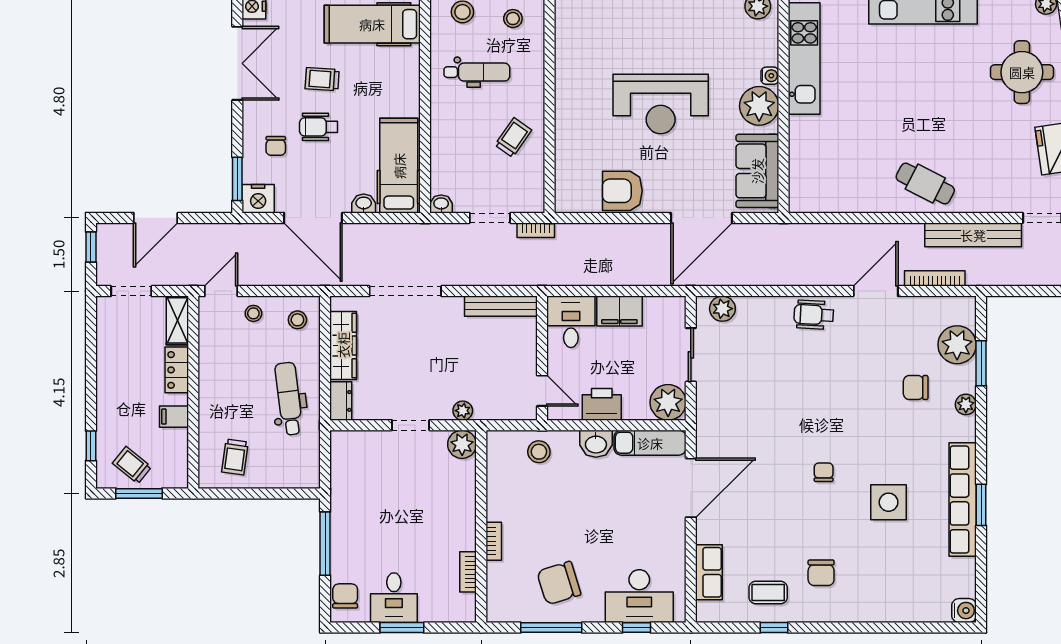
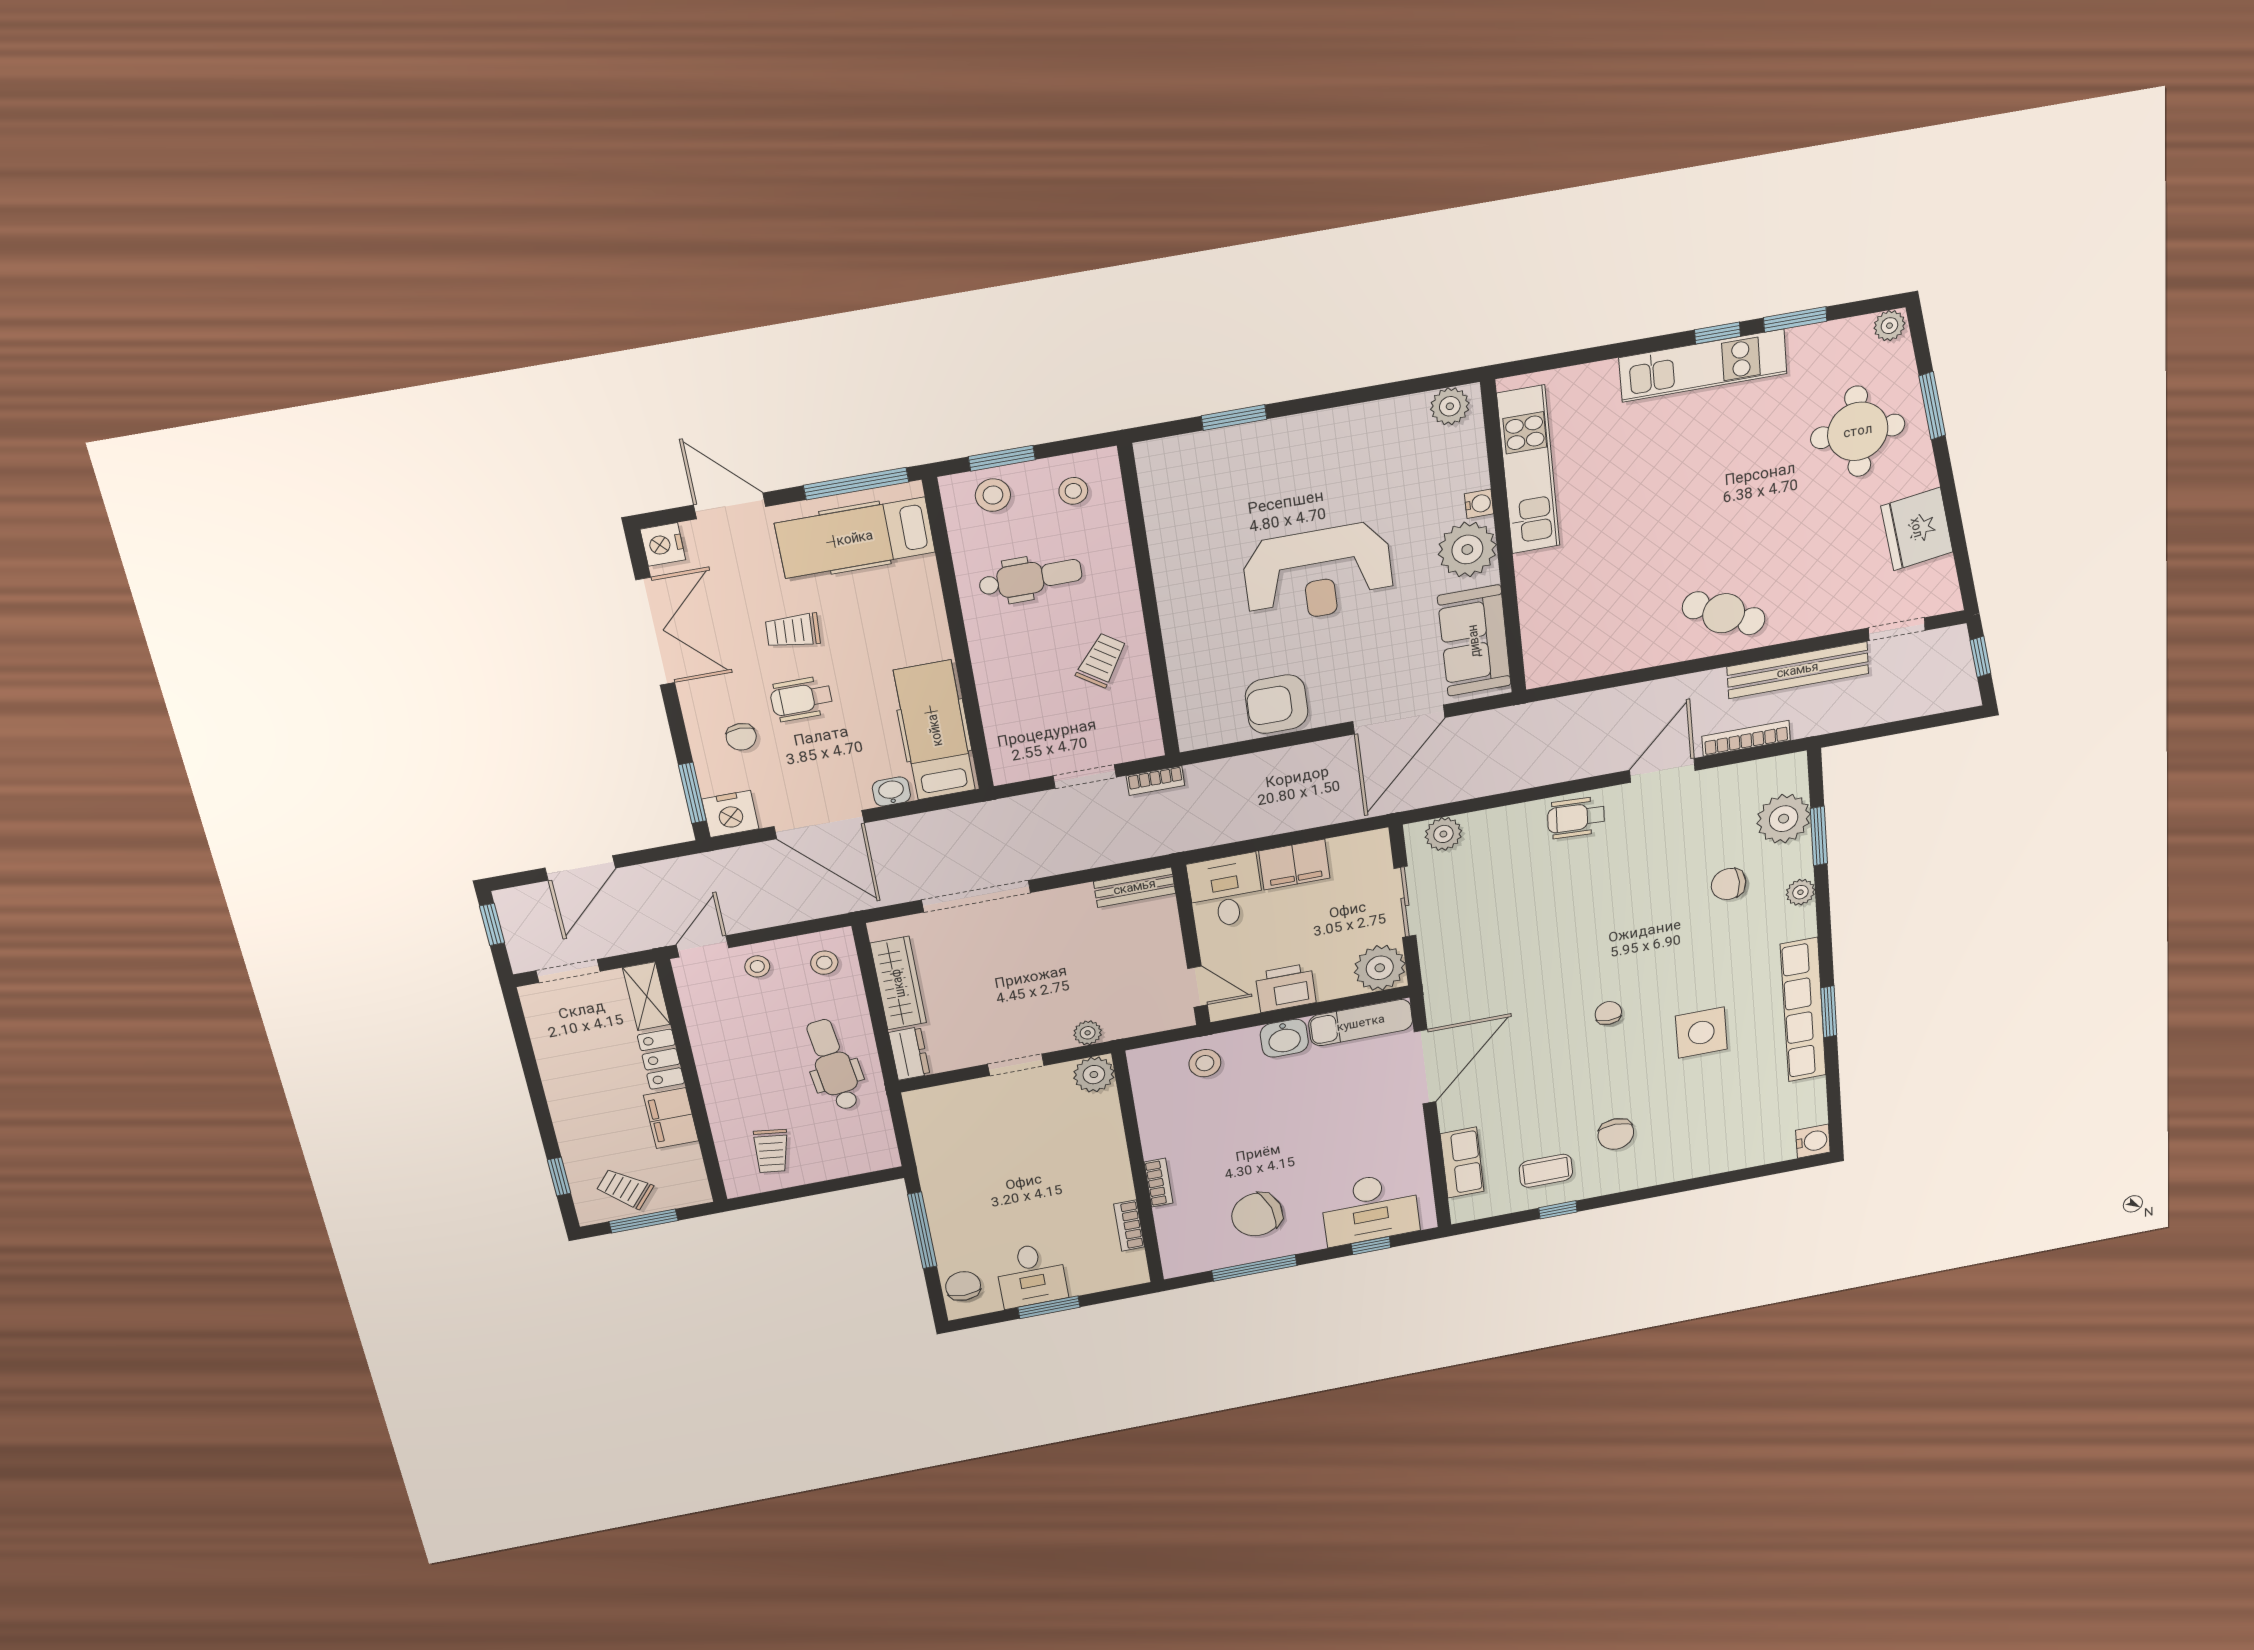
washbasin: (441, 204) -> (1008, 771), removed
bench: (501, 306) -> (1135, 887), width x0.73
filing cabinet: (174, 417) -> (671, 1118), width x2.00

